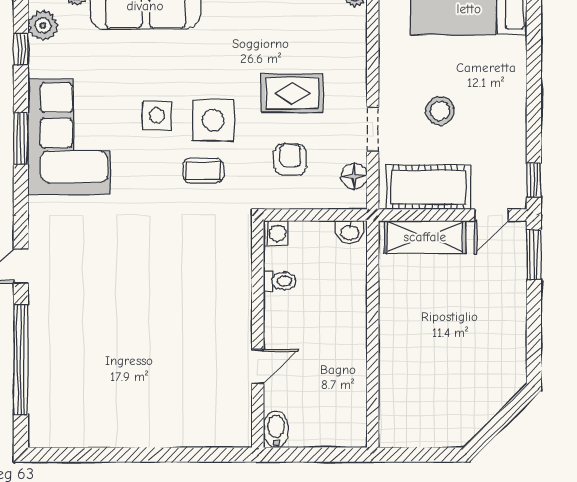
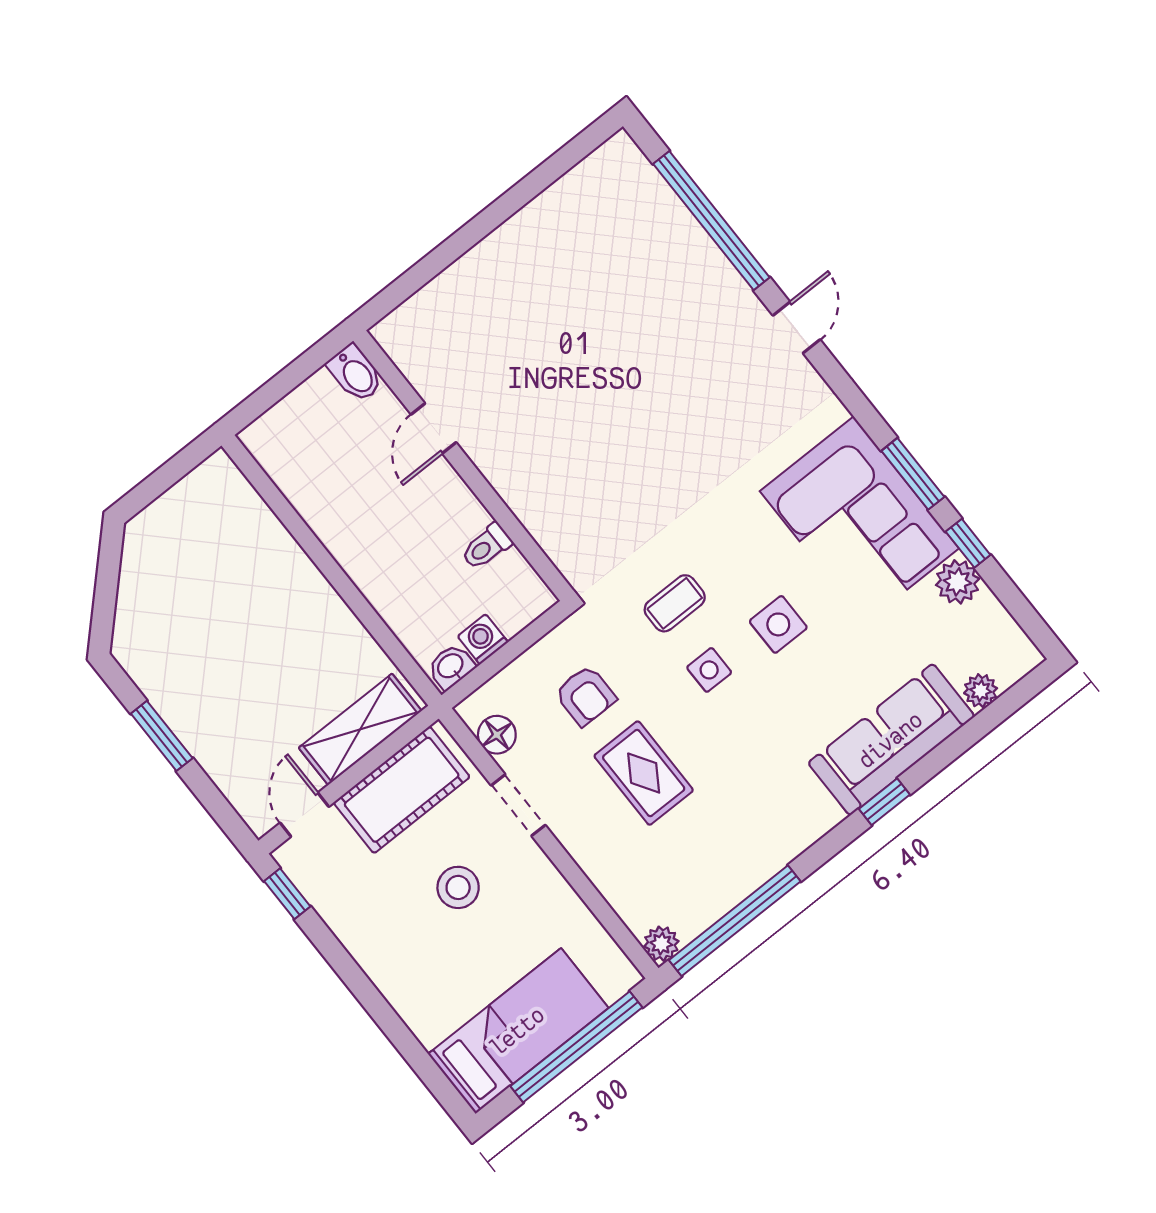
plant: (43, 25) -> (958, 582), moved
window: (21, 49) -> (968, 543), moved
rug: (292, 93) -> (644, 773), turned 90
side table: (213, 120) -> (709, 670), width x0.54, depth x0.54
washing machine: (276, 233) -> (483, 639), moved, turned 90
window: (534, 254) -> (162, 736), moved

